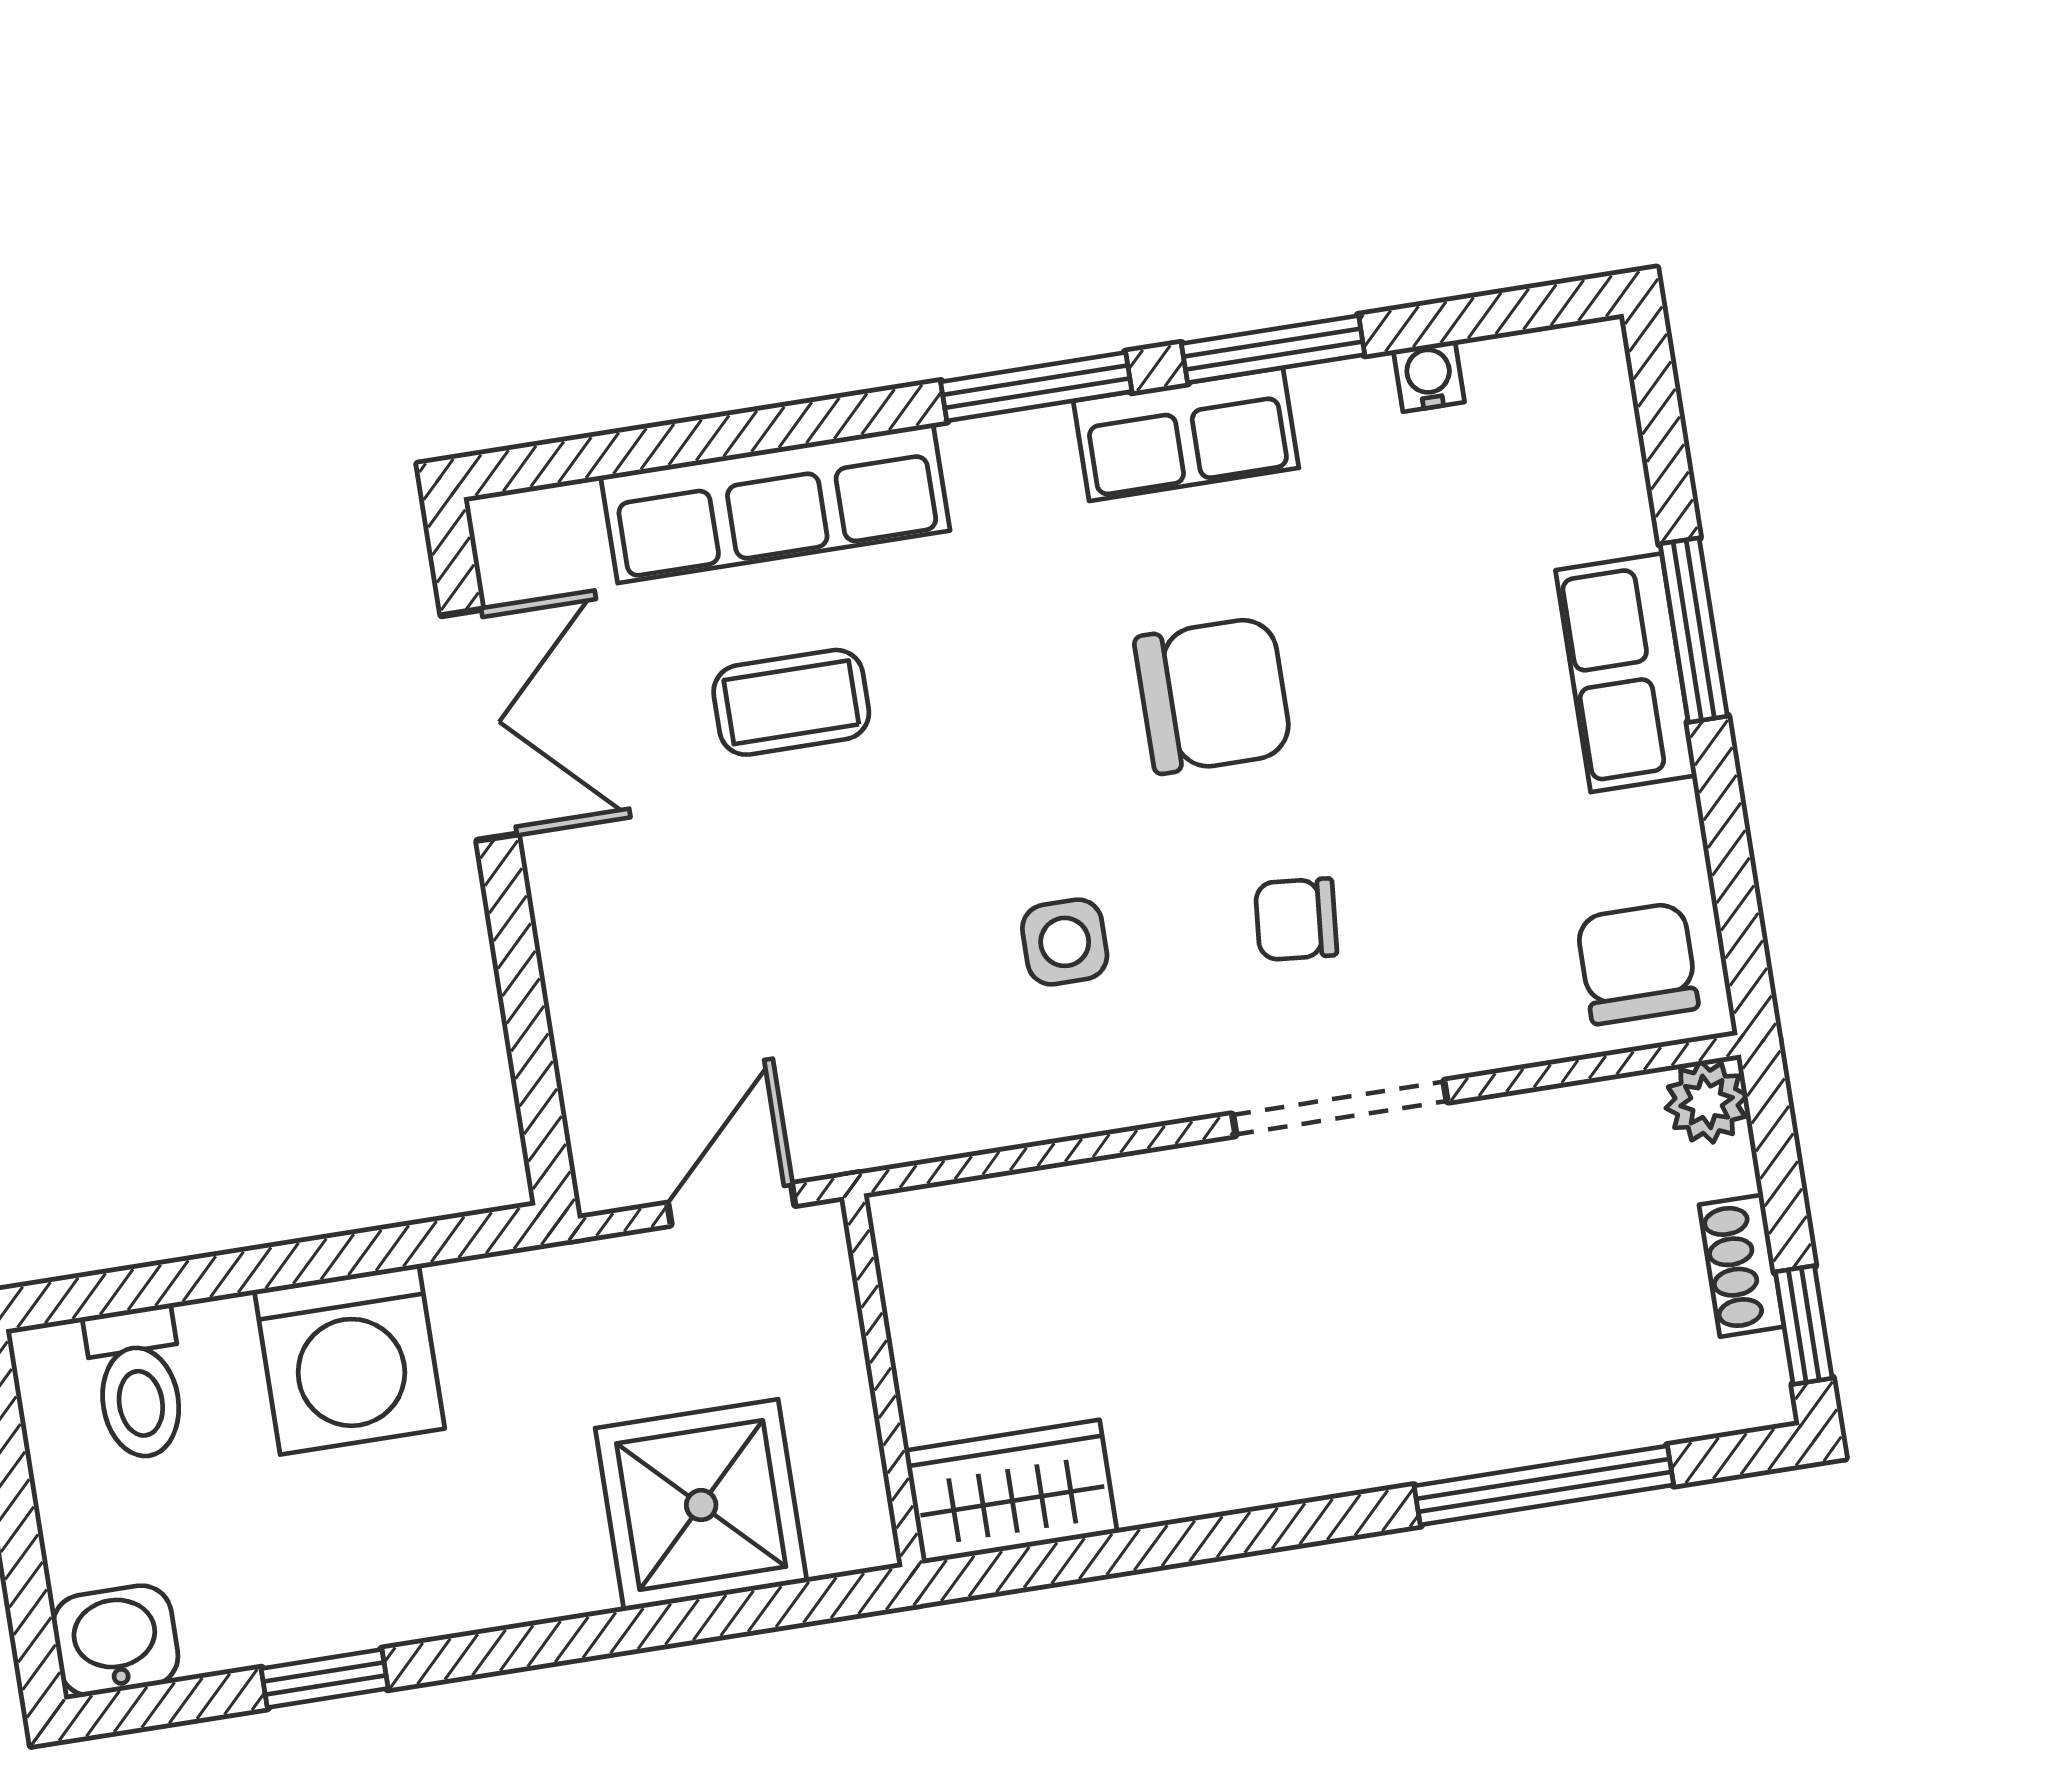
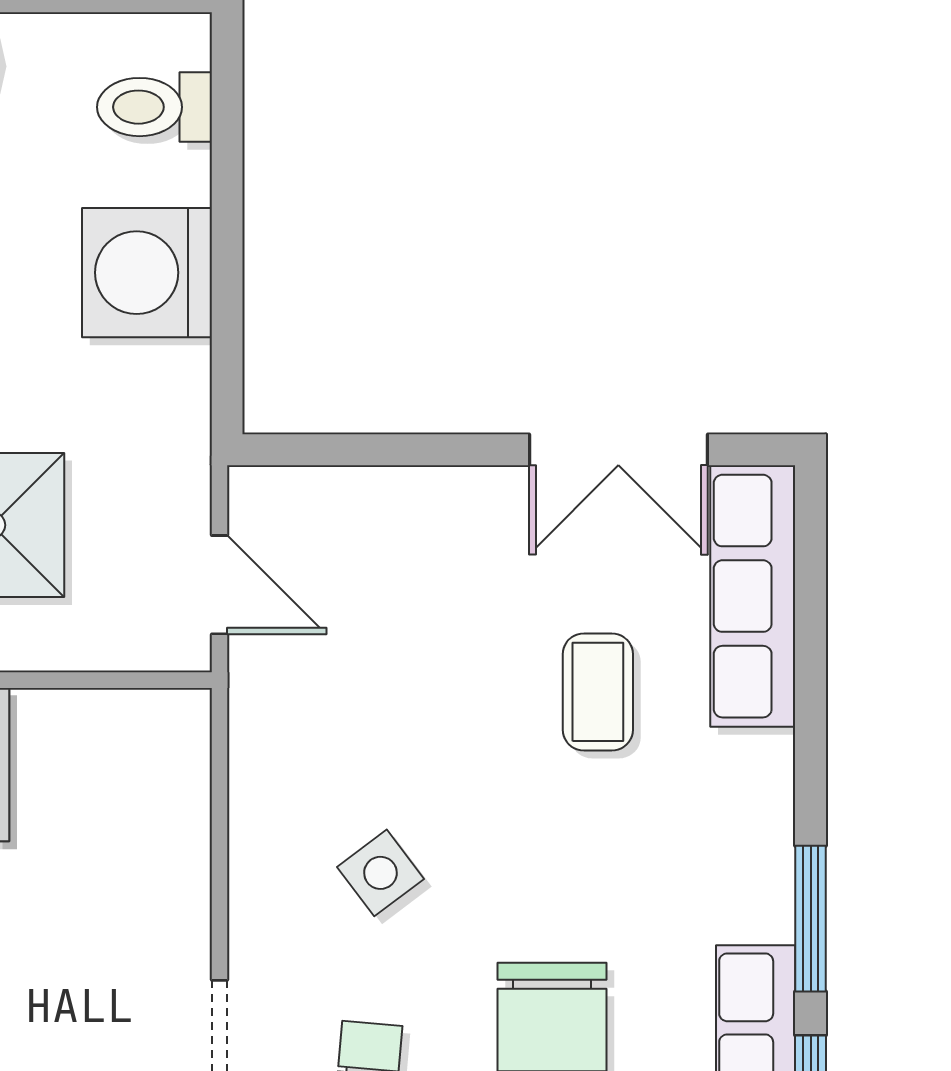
row of seats: (775, 503) -> (753, 596), moved
side table: (1065, 942) -> (380, 873), turned -37

